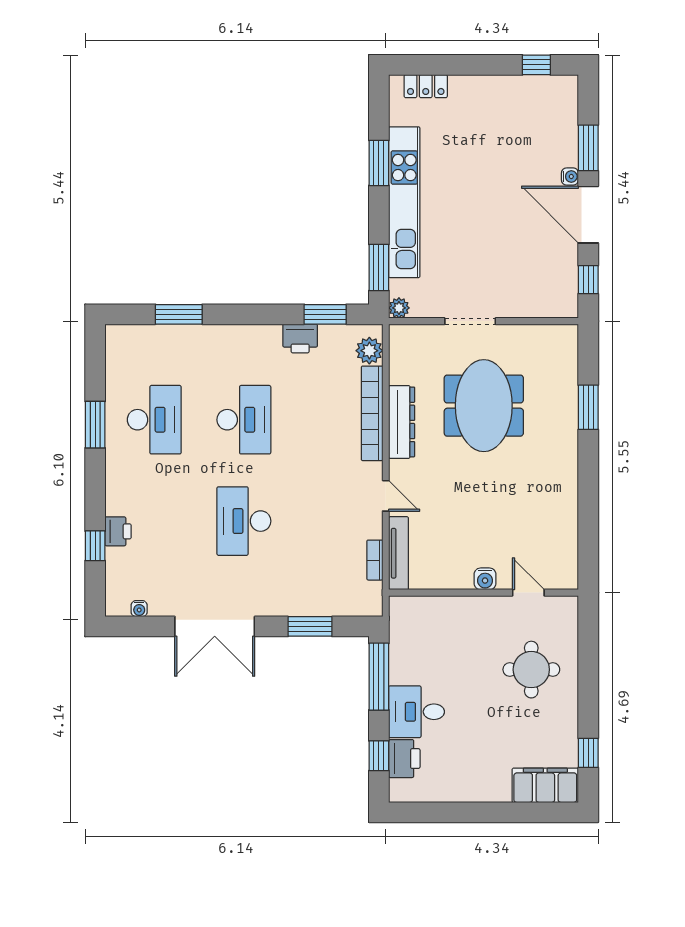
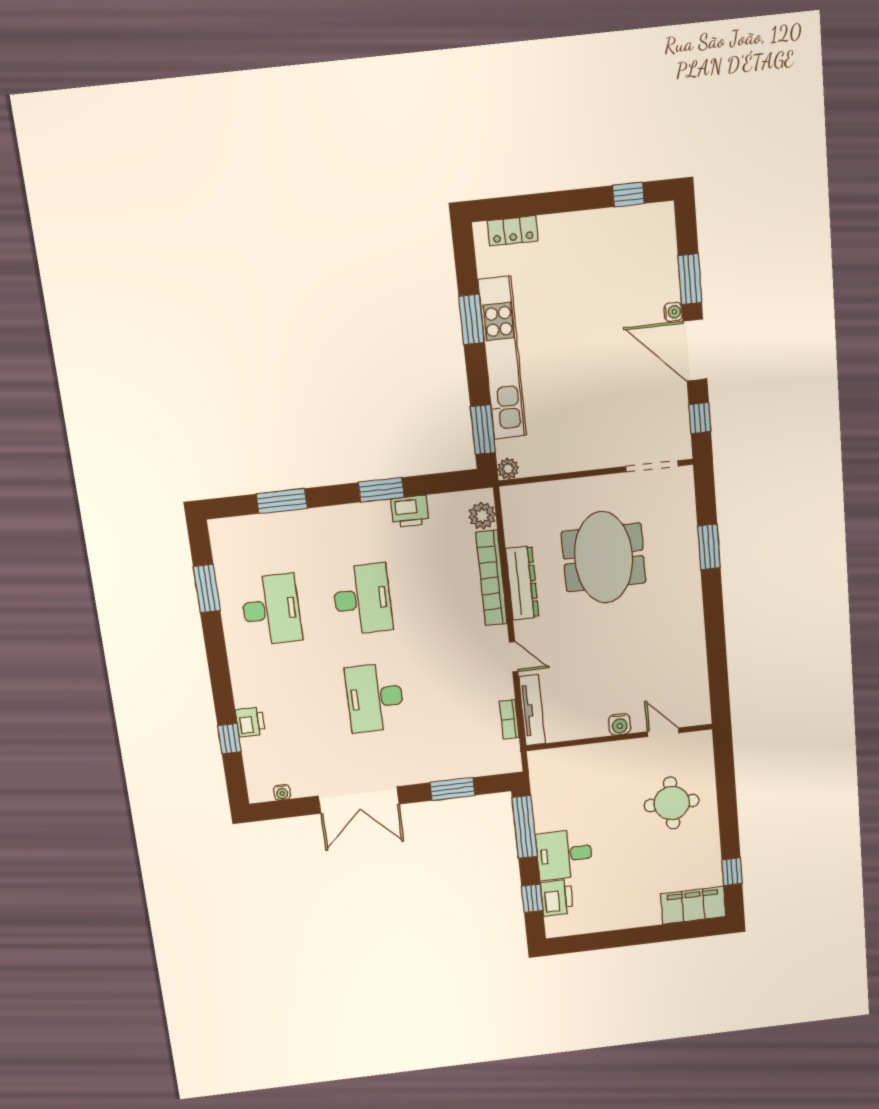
window: (325, 314) -> (381, 490), moved
doorway: (470, 321) -> (652, 466), moved
window: (95, 425) -> (207, 589), moved

